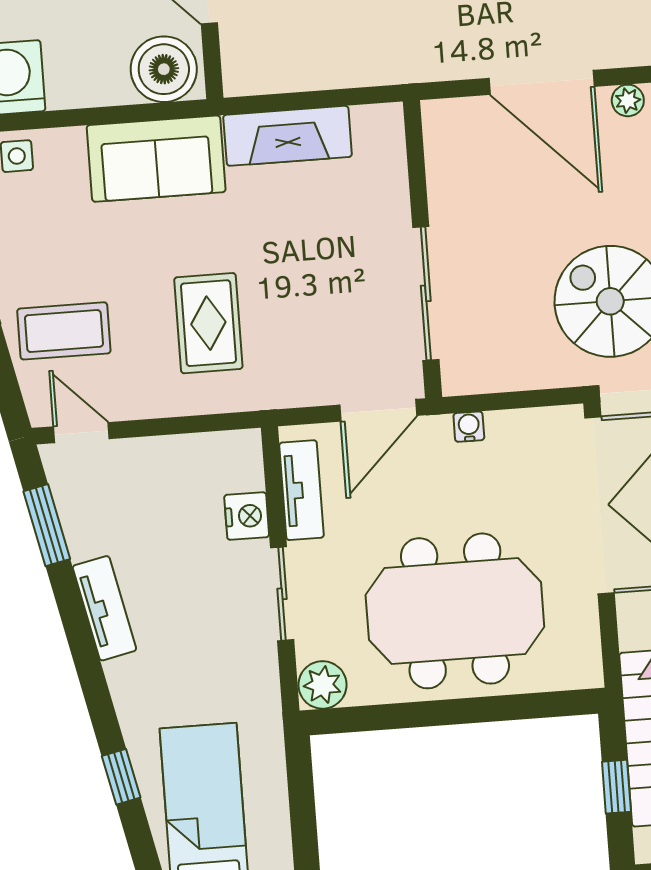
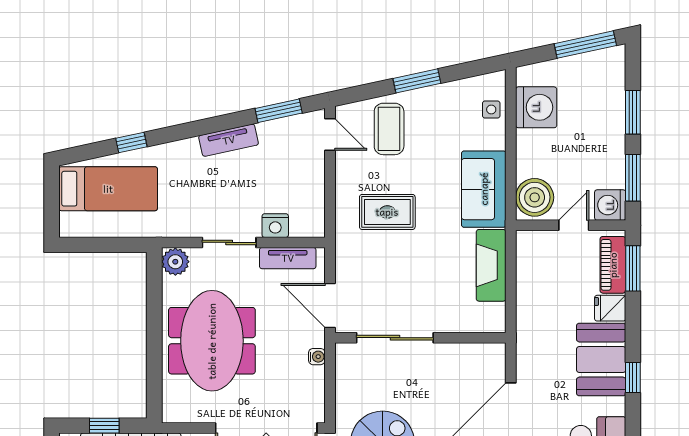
door: (81, 433) -> (330, 135), hinge flipped

